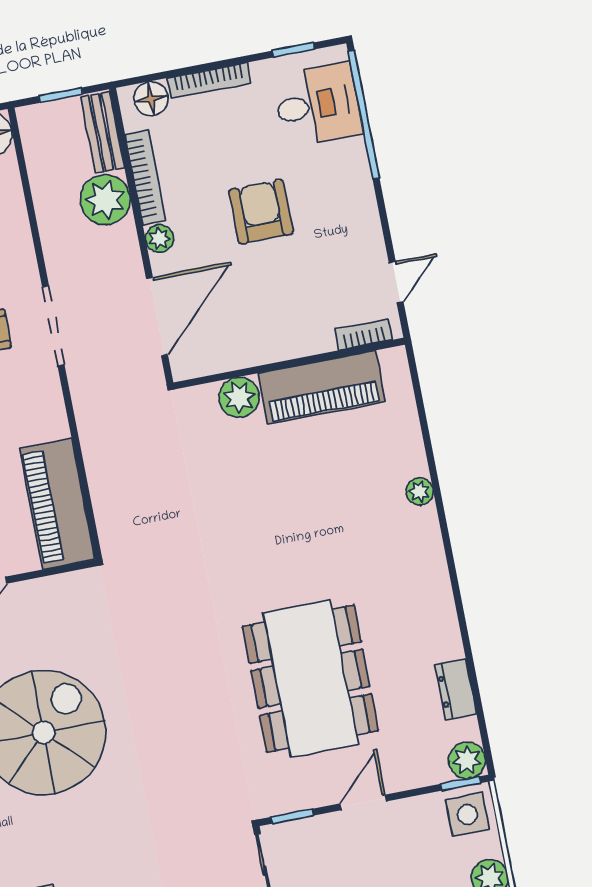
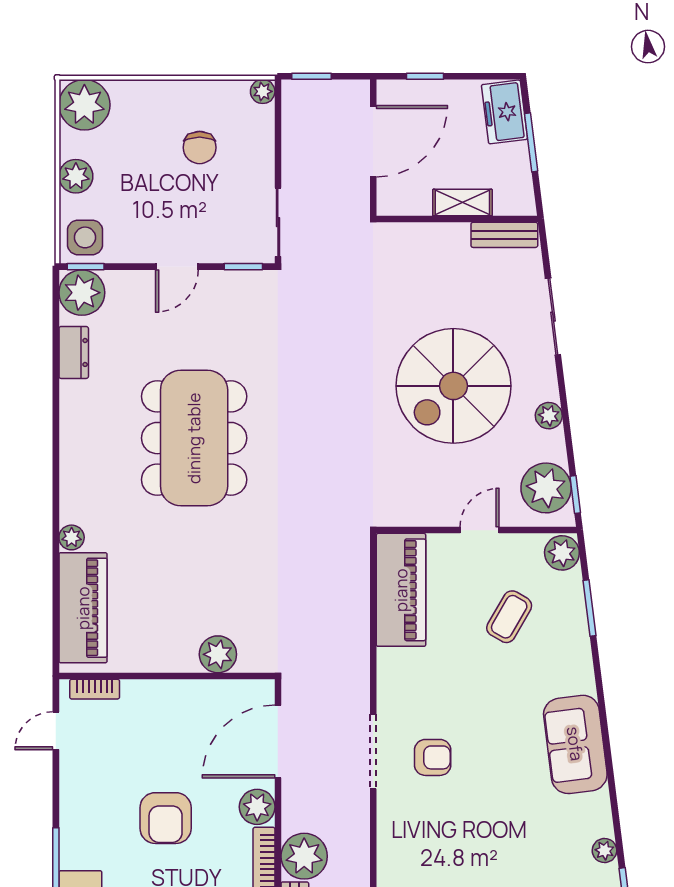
plant: (159, 238) -> (257, 807), width x1.38, depth x1.38
piano: (322, 387) -> (83, 608), moved, turned 90
dining table: (311, 679) -> (194, 438), moved
plant: (467, 760) -> (82, 293), width x1.36, depth x1.36

